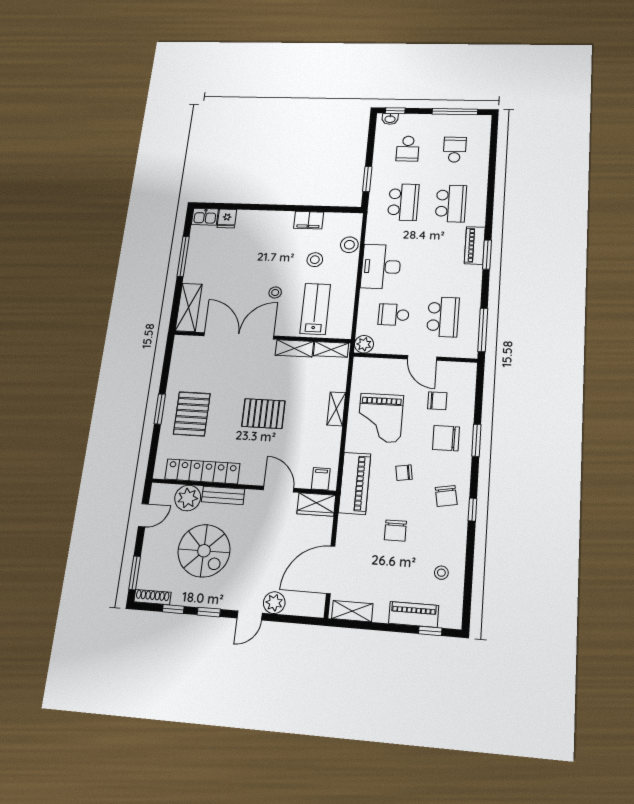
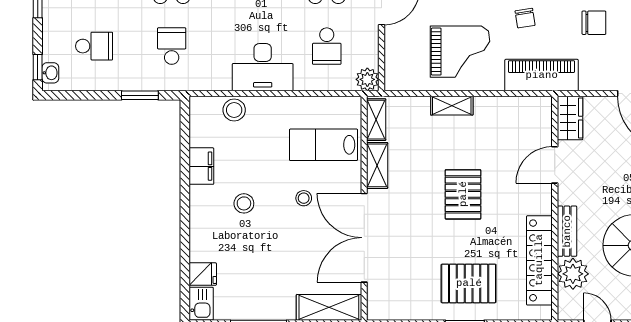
school desk: (403, 202) -> (172, 46), width x0.54
stool: (315, 260) -> (244, 203), moved
filing cabinet: (321, 479) -> (539, 116), removed

